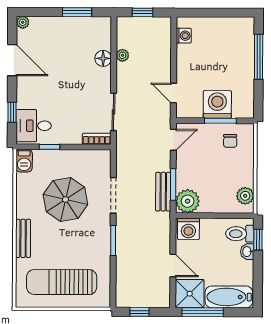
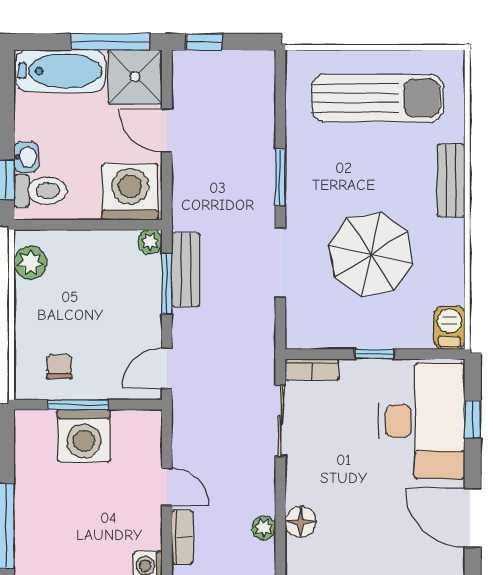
bookcase: (165, 51) -> (182, 537), added
door: (174, 93) -> (167, 487), moved
desk: (34, 126) -> (422, 421), width x1.87, depth x1.30
window: (50, 147) -> (375, 354), moved
plant: (188, 201) -> (150, 242), width x0.53, depth x0.53
washing machine: (188, 229) -> (130, 192), width x1.37, depth x1.37
window: (139, 312) -> (204, 42), moved

